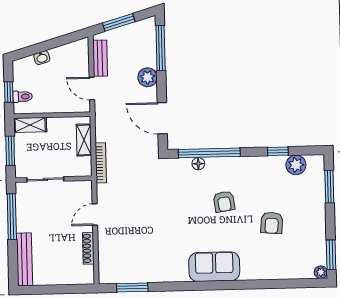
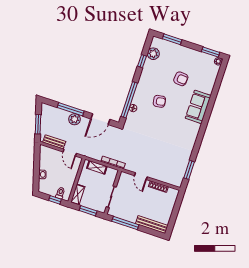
window: (161, 48) -> (71, 109), moved
door: (92, 89) -> (70, 153), hinge flipped
sofa: (214, 267) -> (198, 107), moved

